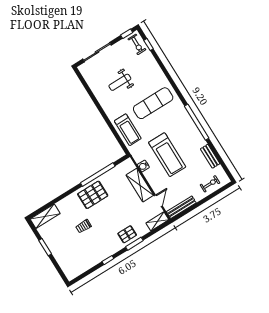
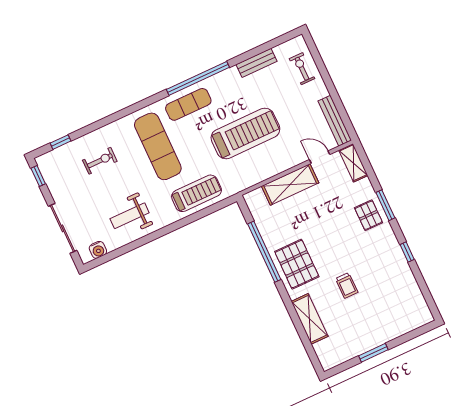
exercise bike: (137, 44) -> (100, 161), moved
weight bench: (120, 82) -> (130, 216), moved, turned 90
exercise mat: (180, 118) -> (188, 104), added
water cooler: (143, 166) -> (98, 250), moved
shelving: (45, 216) -> (310, 319), moved

